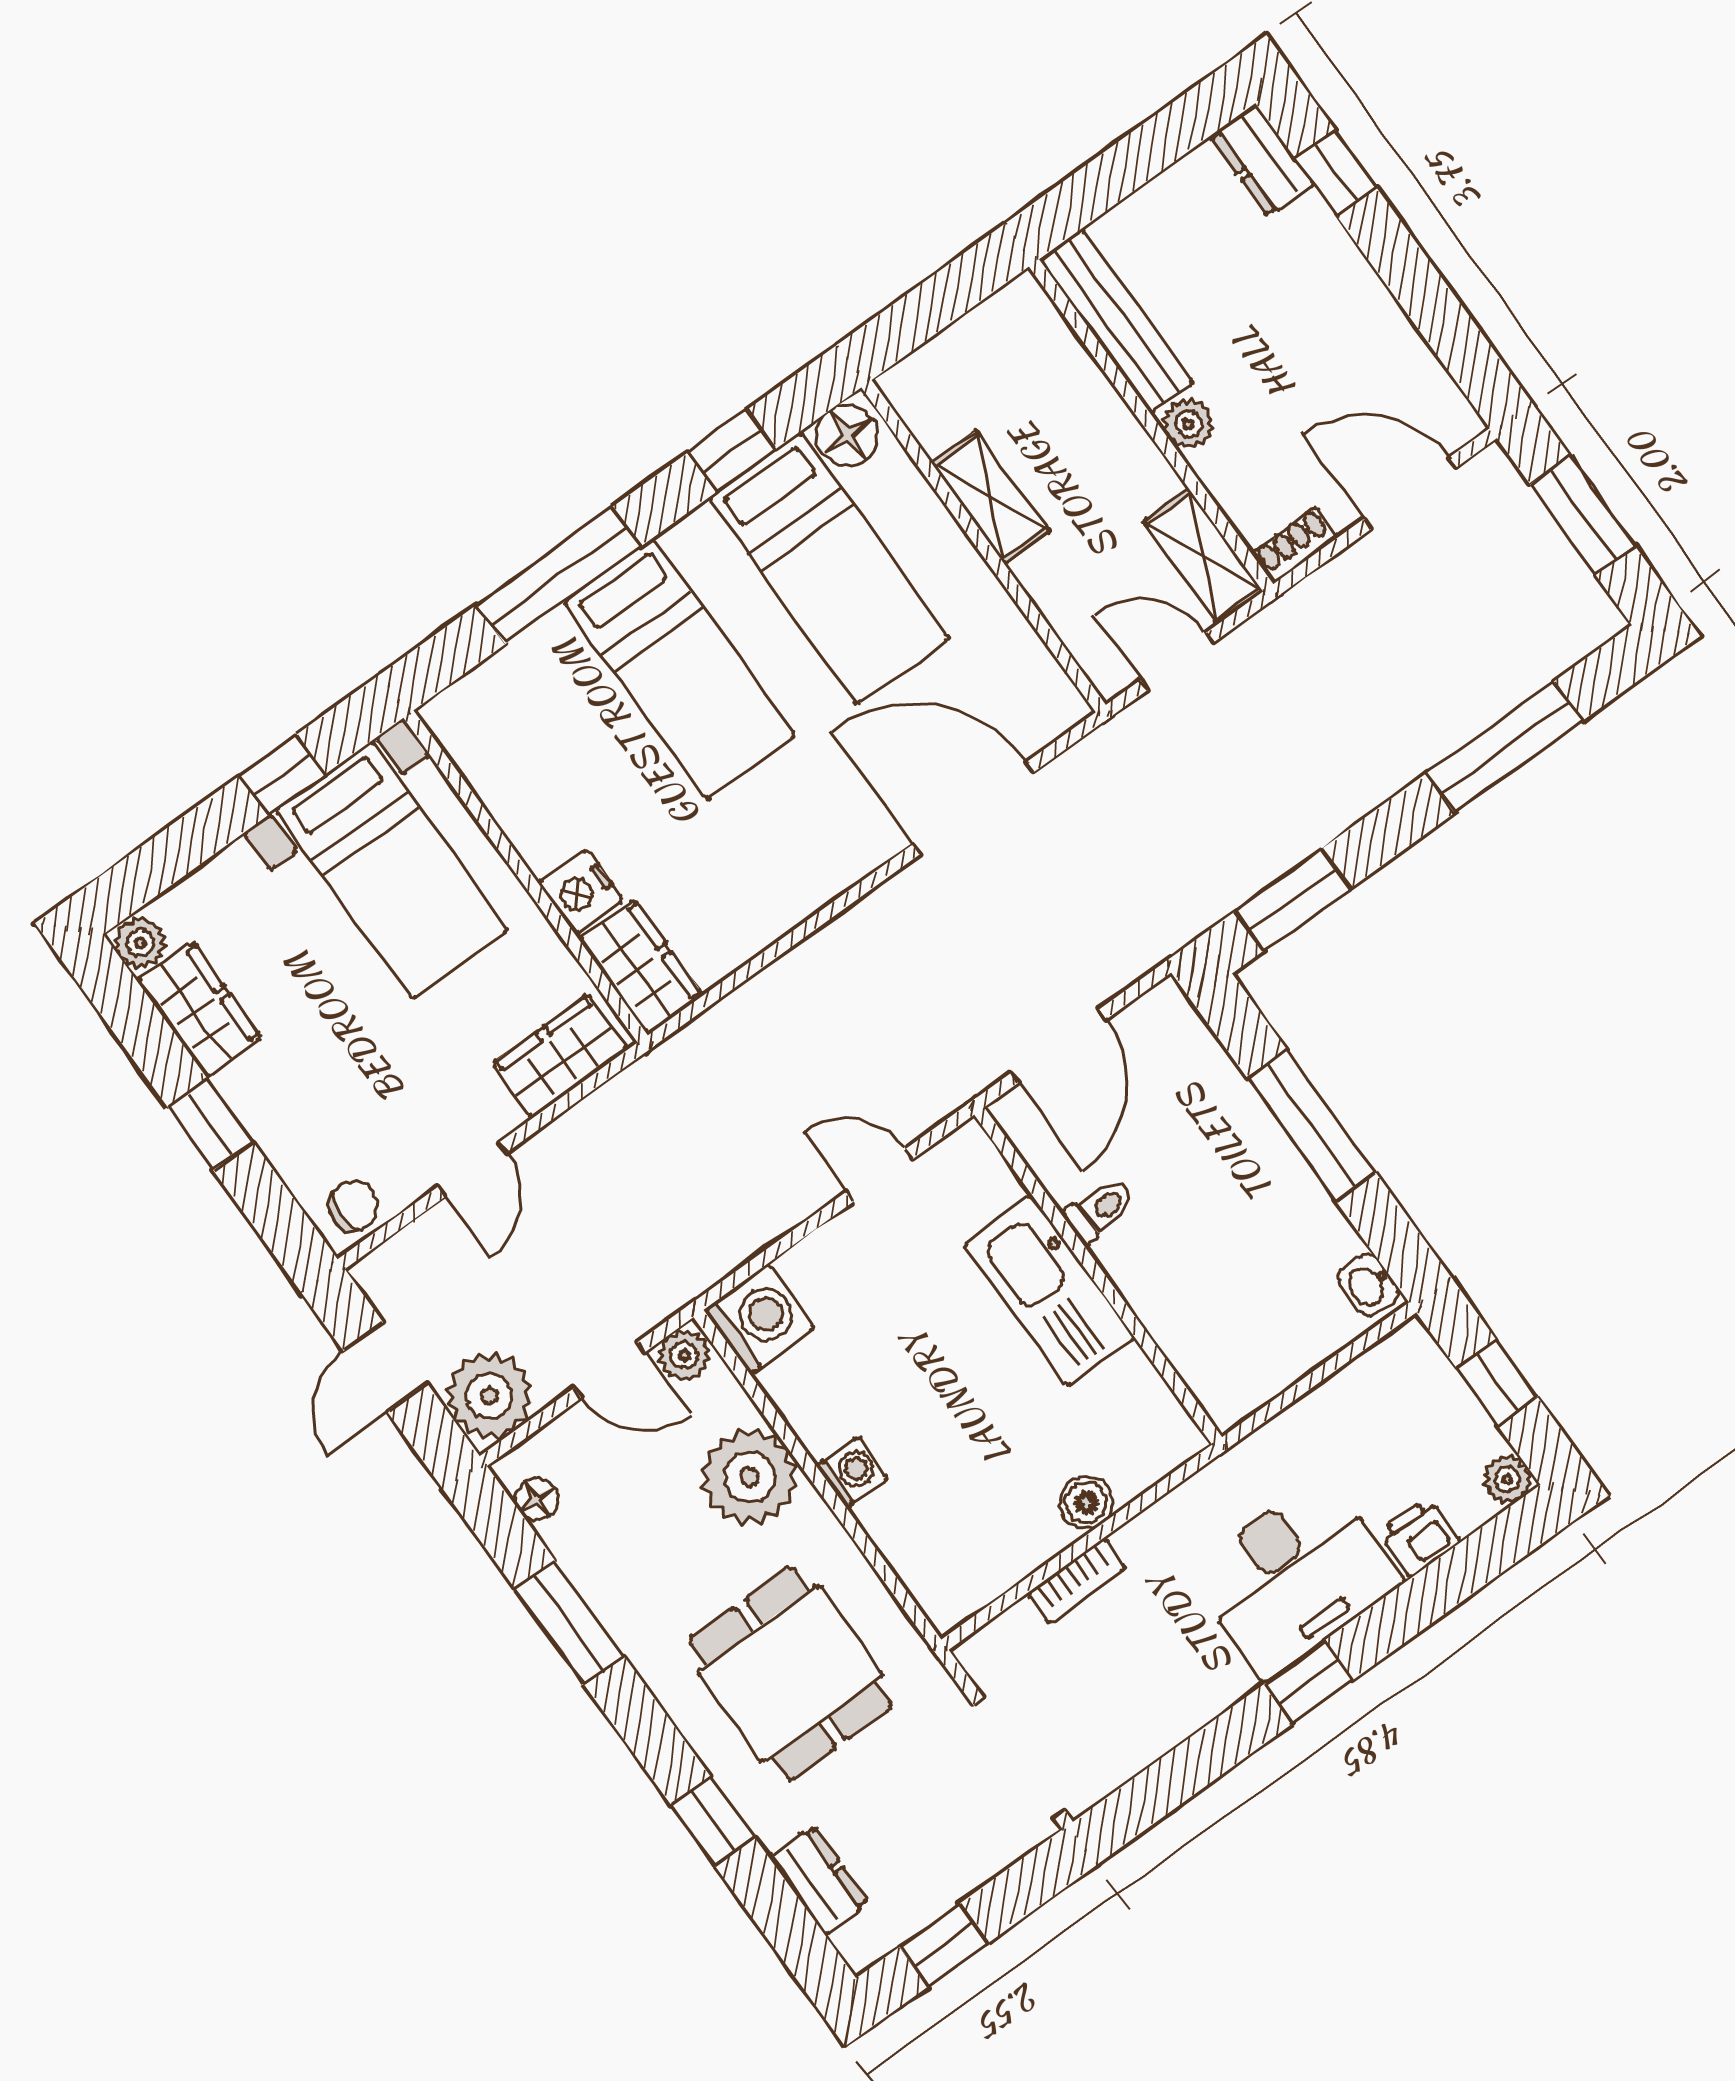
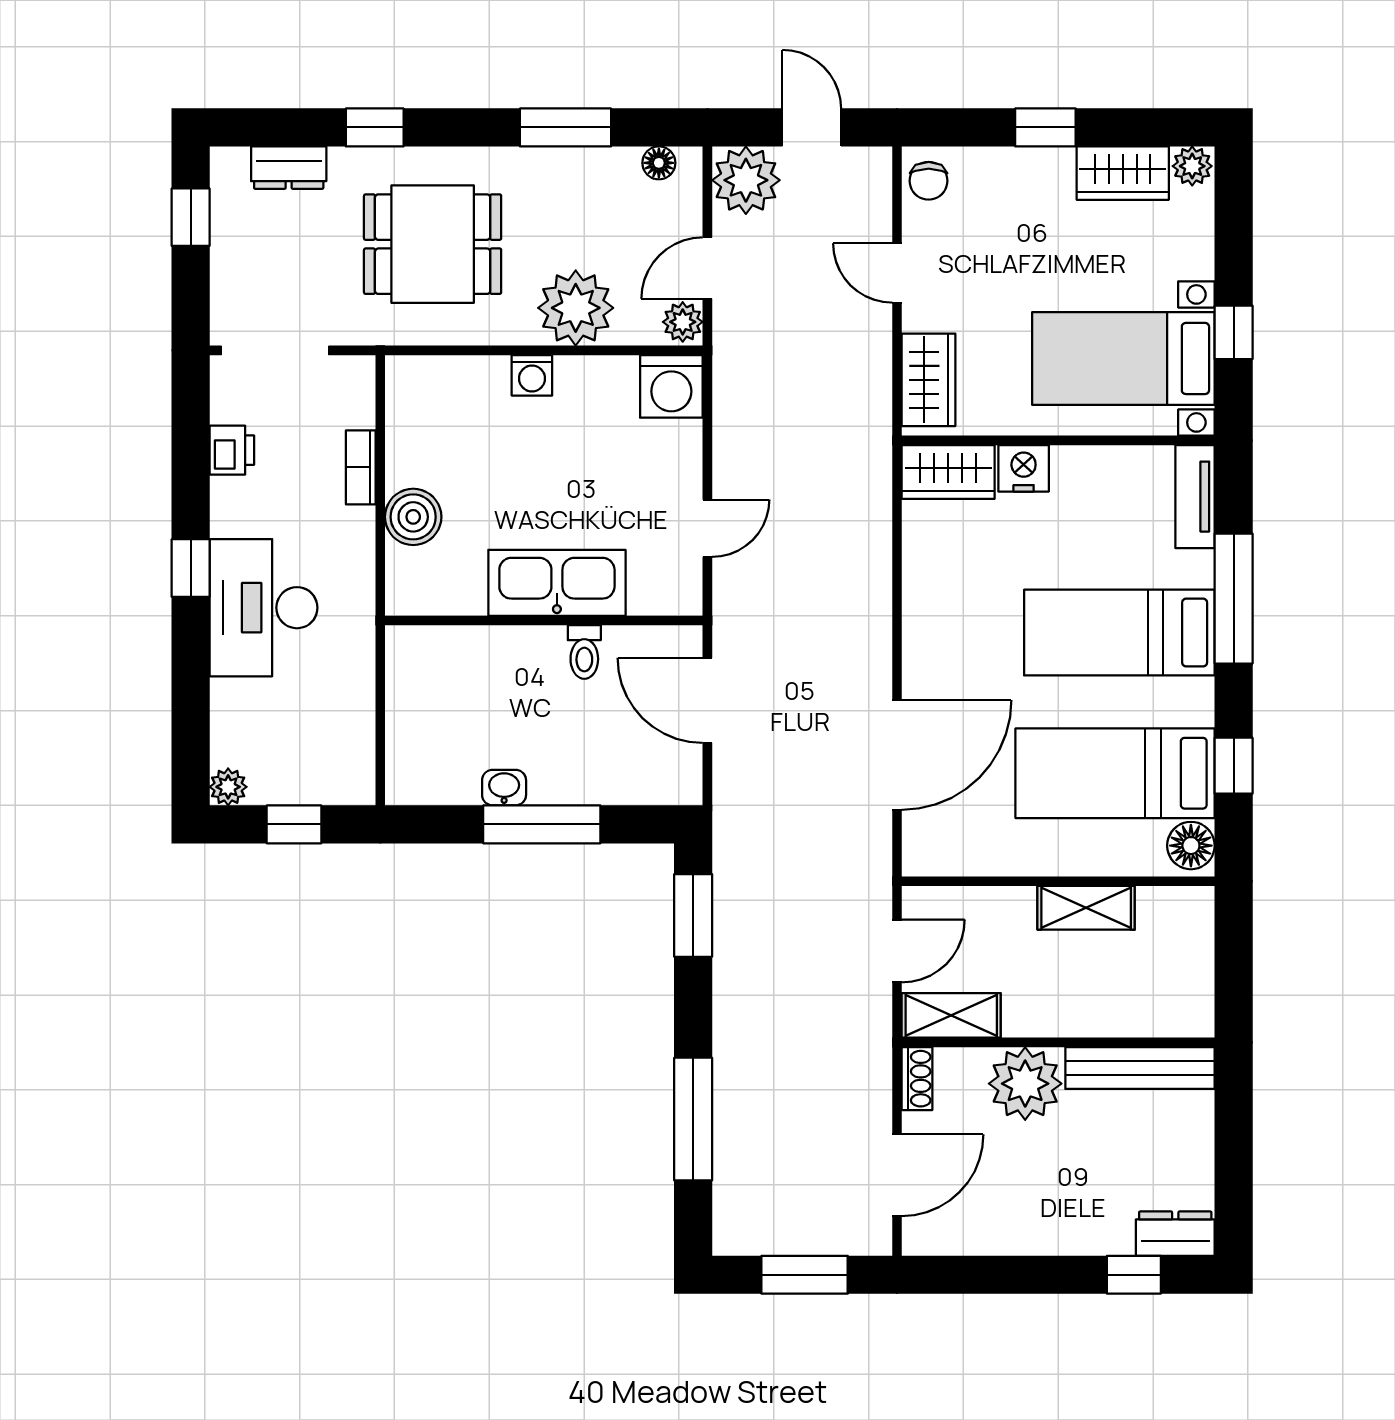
plant: (1188, 424) -> (1025, 1084), width x1.88, depth x1.88
tv unit: (481, 692) -> (1195, 497), added
washbasin: (1369, 1285) -> (504, 788), moved
boiler: (1086, 1503) -> (413, 517), width x1.36, depth x1.36
printer: (1419, 1537) -> (232, 450), moved

